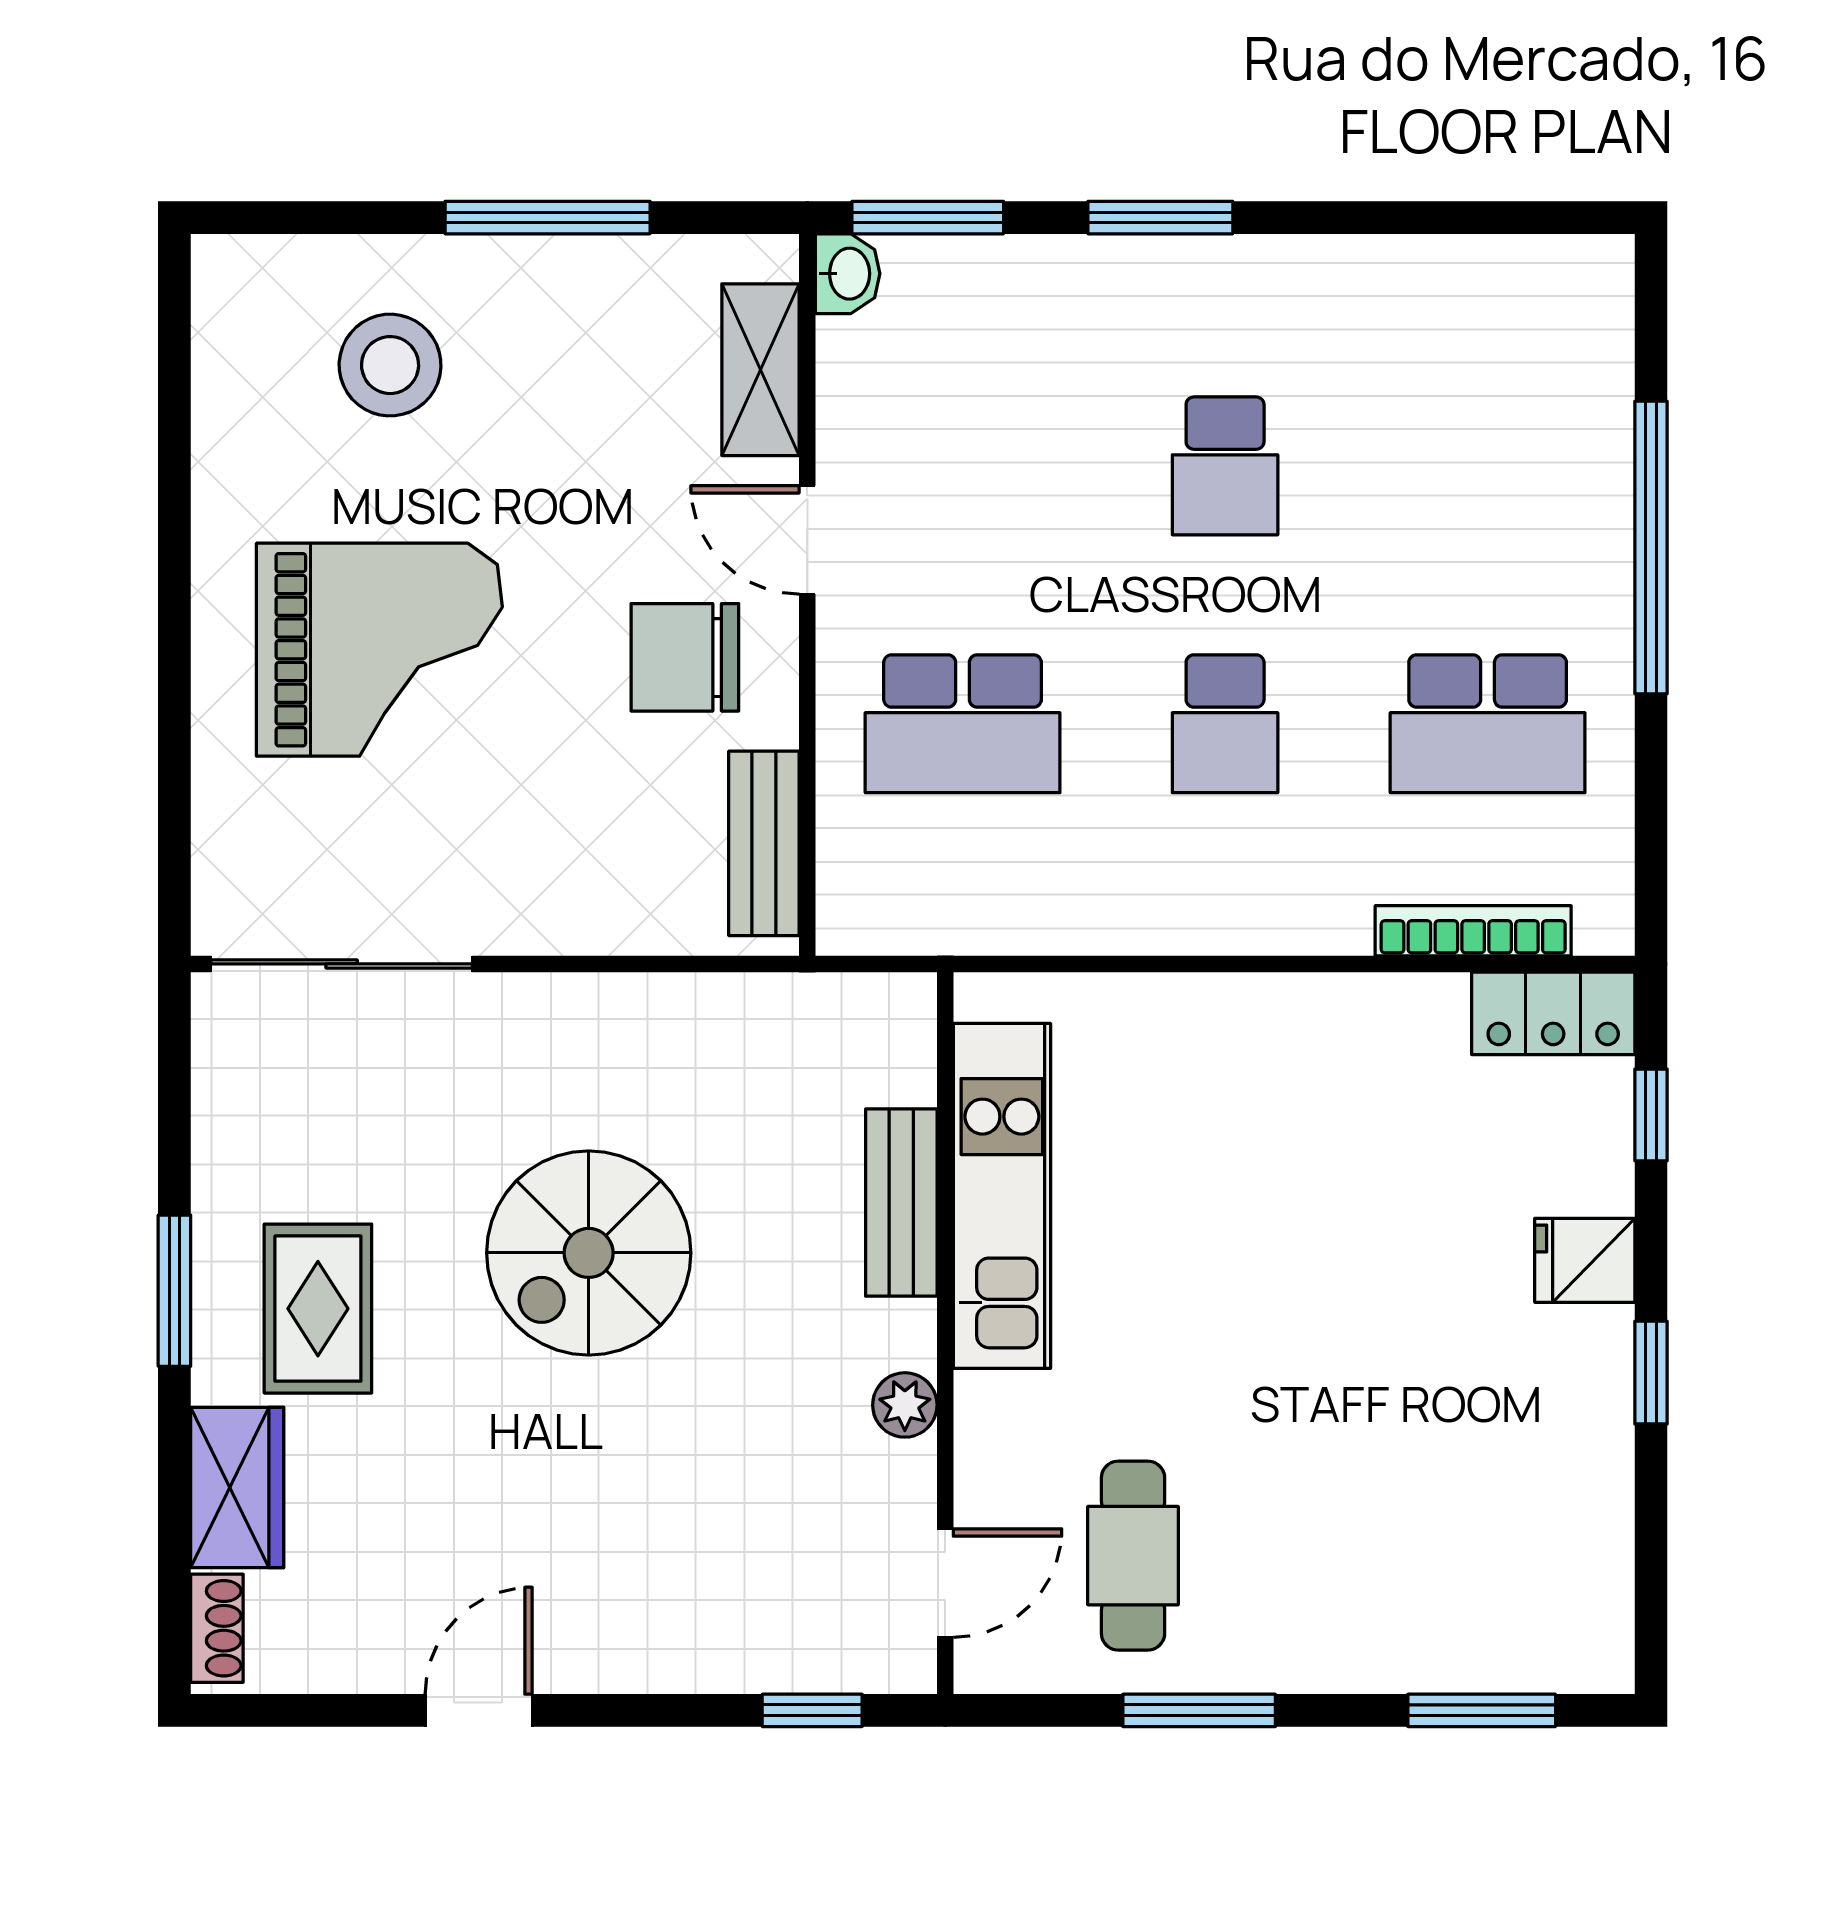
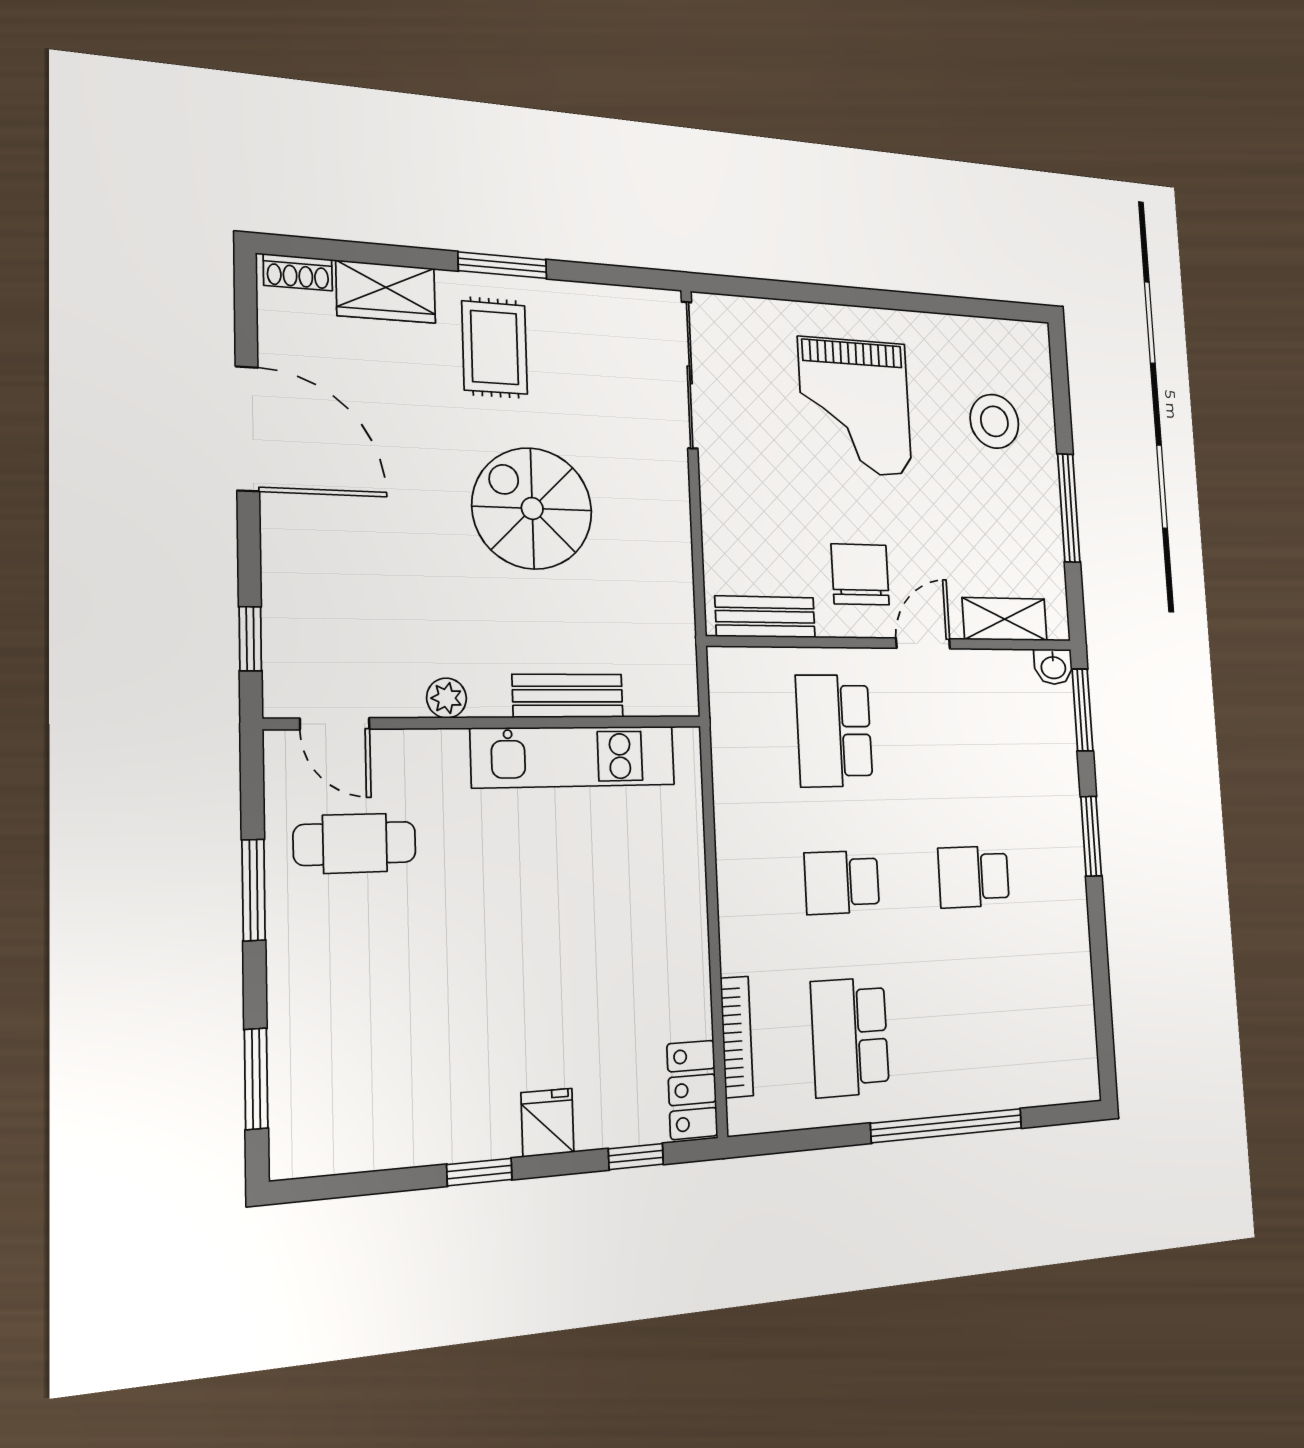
rug: (318, 1309) -> (495, 348), turned 90
door: (479, 1710) -> (247, 429), width x1.88

